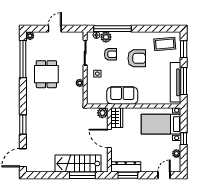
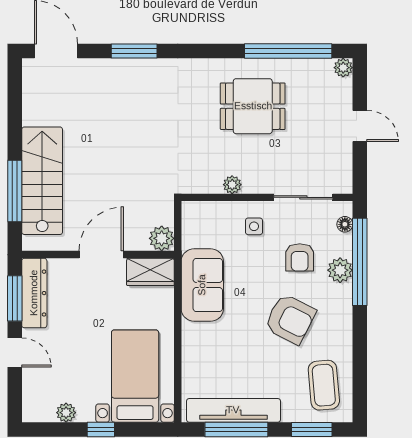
plant: (106, 37) -> (340, 270), moved
armchair: (137, 58) -> (290, 319), turned -63
door: (164, 175) -> (15, 352), moved

